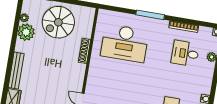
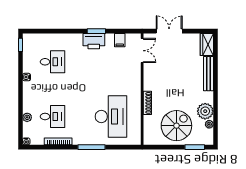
desk: (125, 43) -> (111, 116), turned 90

